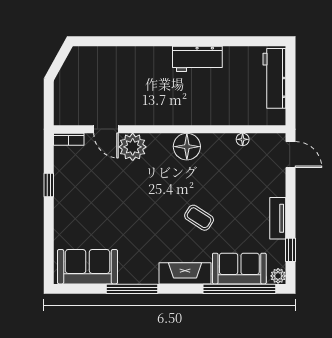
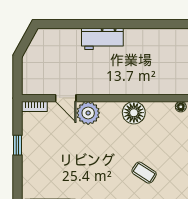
workbench: (197, 59) -> (102, 39), moved

